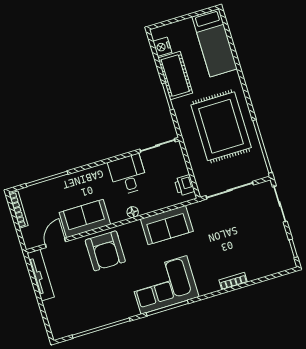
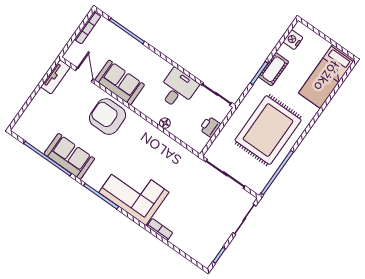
cot: (175, 76) -> (274, 69), width x0.73, depth x0.75
printer: (184, 185) -> (210, 127), moved
floor lamp: (133, 212) -> (165, 123), moved
sofa: (167, 225) -> (69, 156), moved, turned 180
door: (55, 243) -> (84, 75), hinge flipped
armchair: (105, 251) -> (107, 117), turned 90
tv unit: (41, 275) -> (56, 77), width x0.71
corner sofa: (164, 285) -> (134, 192), moved

